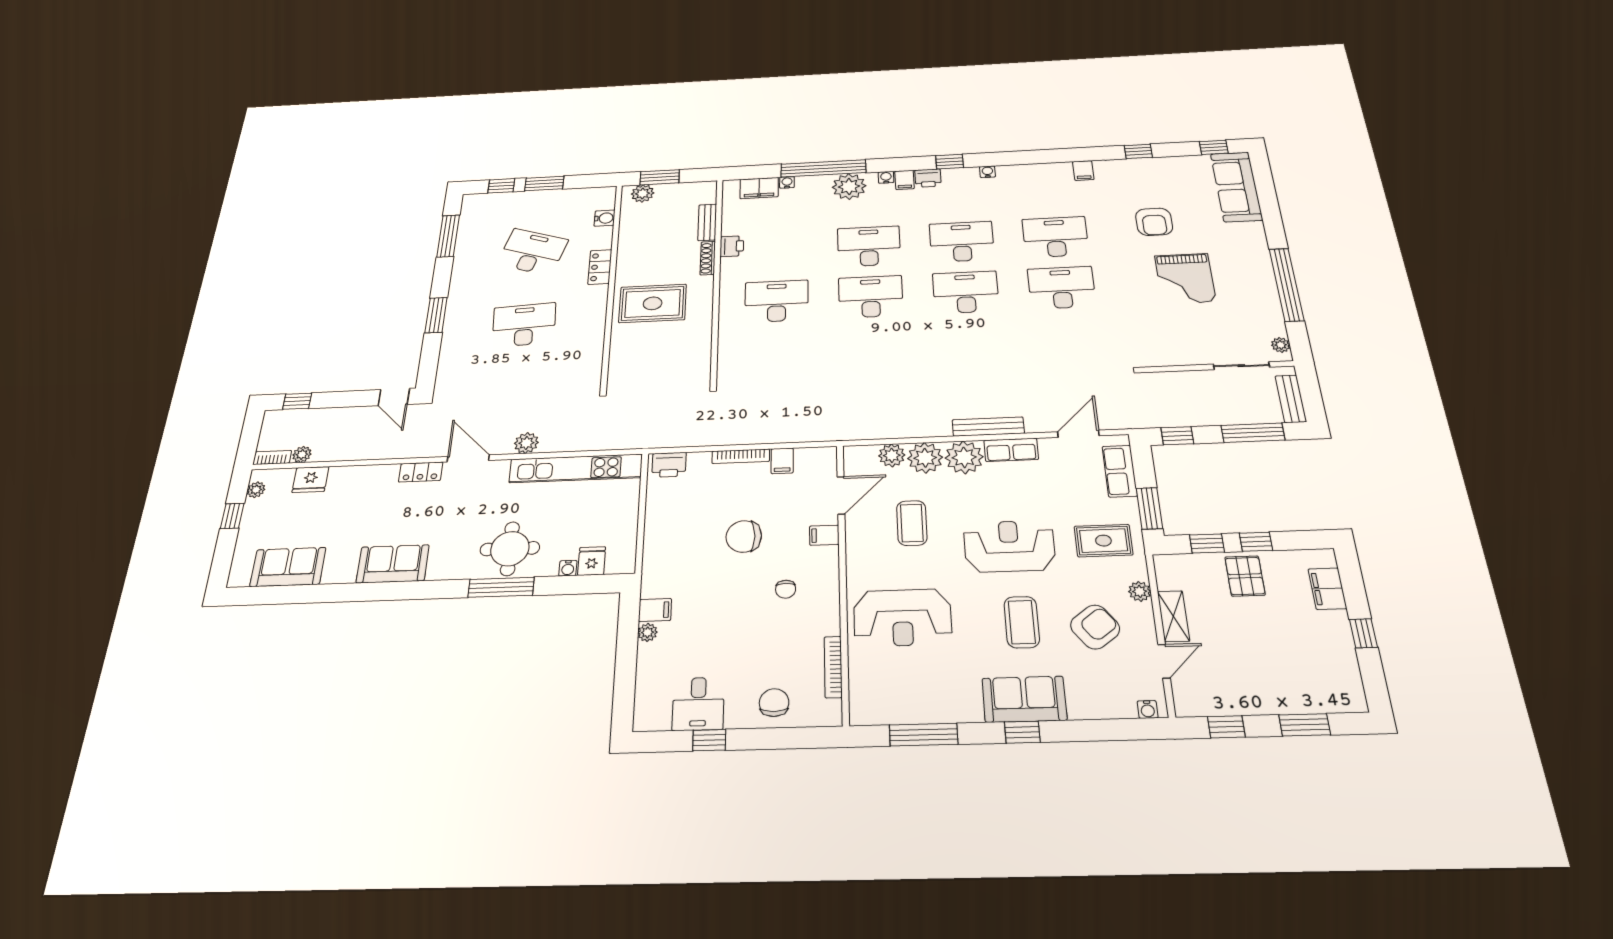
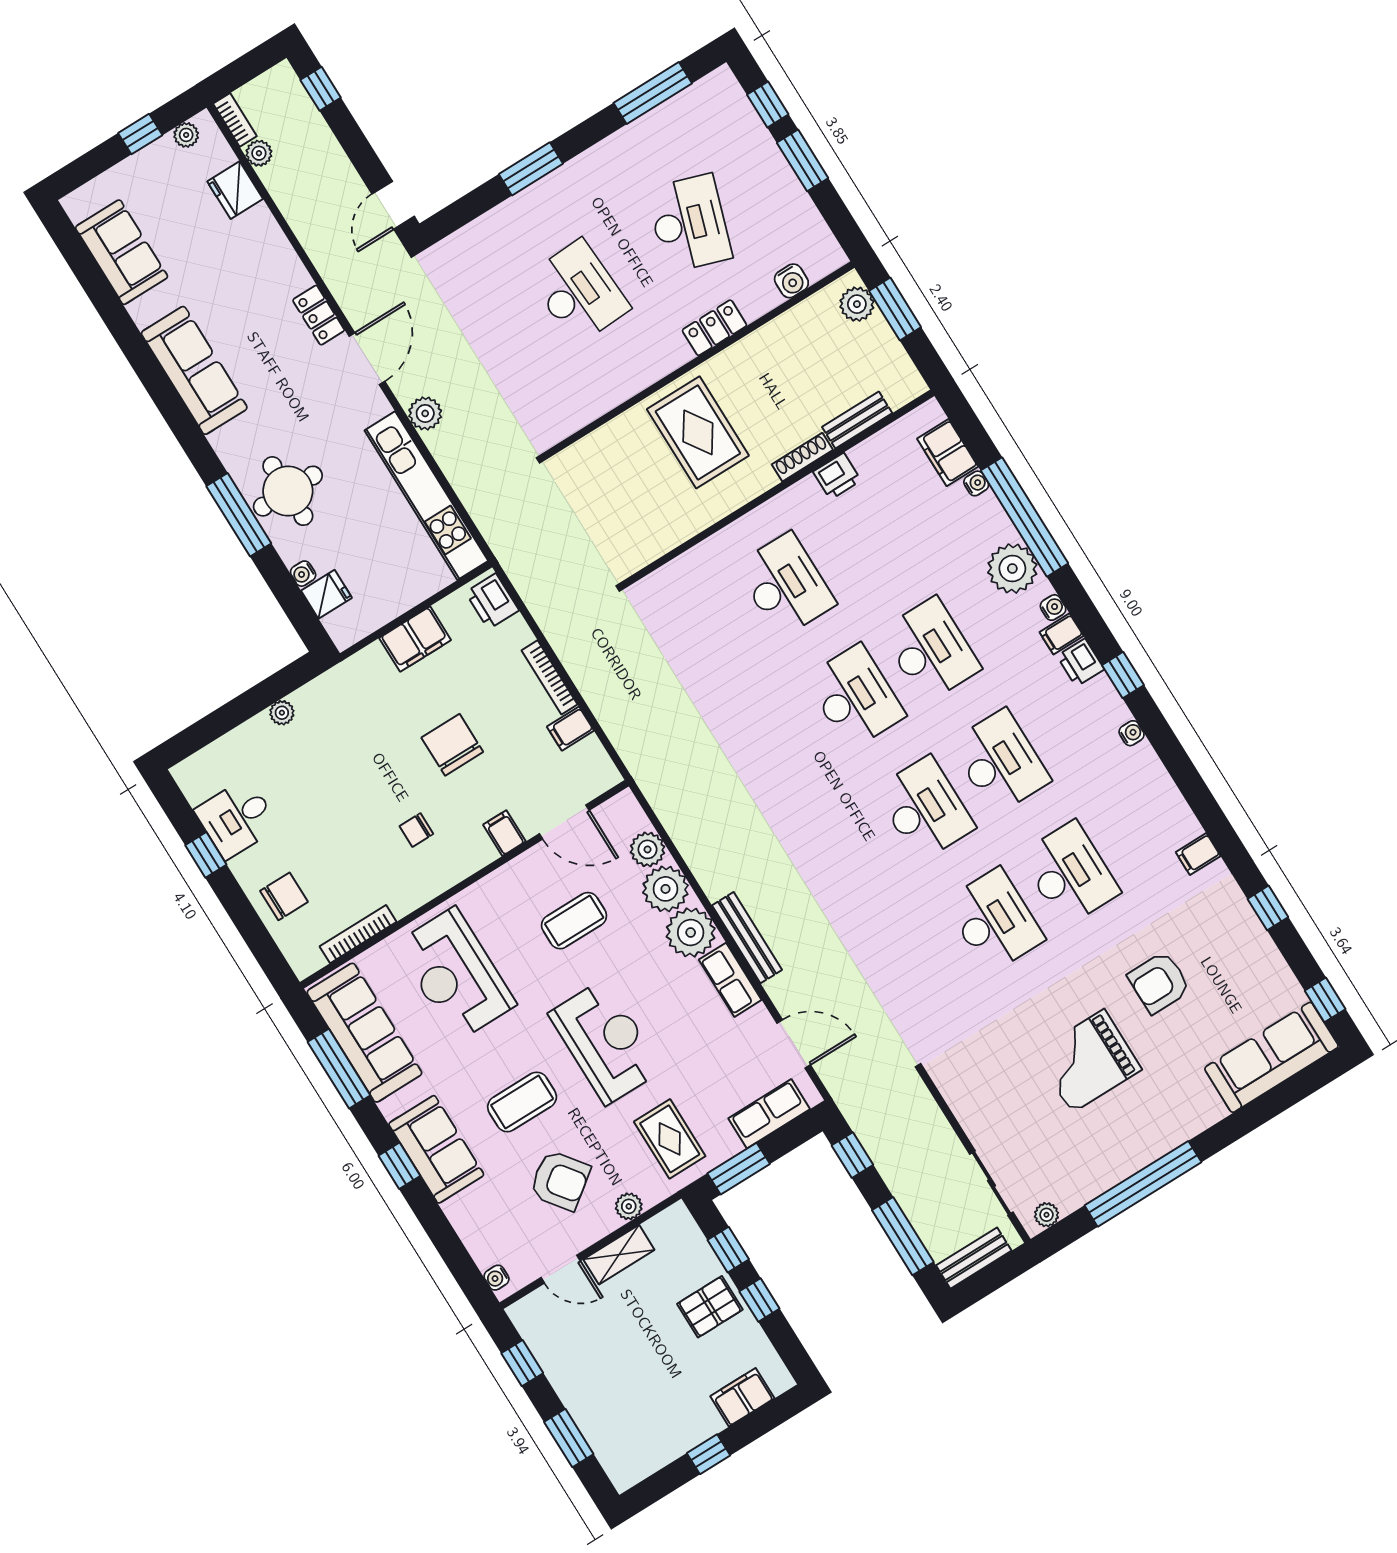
sofa: (393, 564) -> (194, 370), width x1.36
filing cabinet: (655, 610) -> (415, 639), moved, width x2.00
sofa: (907, 702) -> (364, 1033), added

